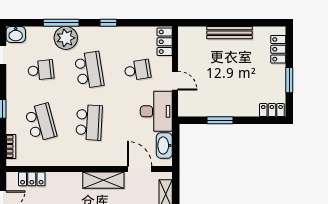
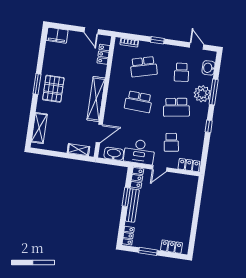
bench: (230, 33) -> (132, 205), moved
washbasin: (16, 34) -> (209, 68), moved
locker: (192, 109) -> (137, 178), added
shelving: (103, 180) -> (96, 99), width x1.47

